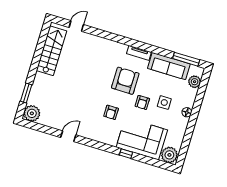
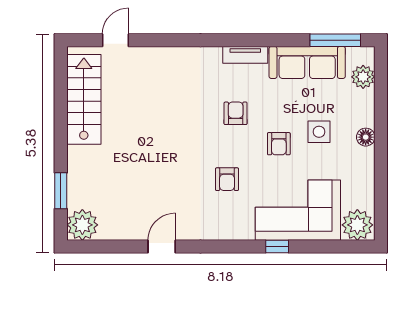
armchair: (125, 81) -> (236, 113), width x0.53, depth x0.53

